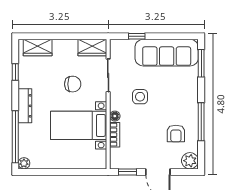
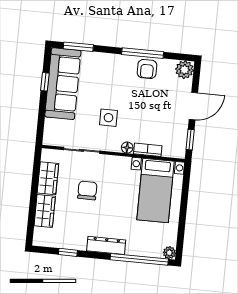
window: (137, 36) -> (45, 82), moved
wardrobe: (38, 48) -> (45, 211), moved
wardrobe: (92, 48) -> (48, 178), moved
bed with nightstands: (79, 125) -> (155, 190), moved
armchair: (176, 133) -> (147, 69), moved, turned 90

